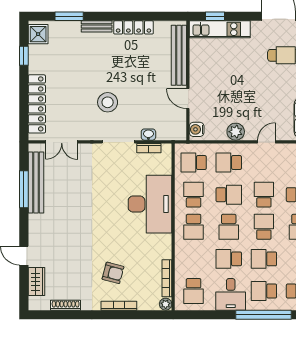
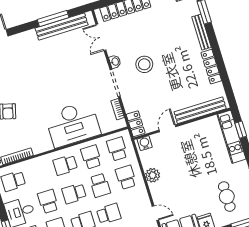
bench: (97, 26) -> (201, 32), width x1.36
locker: (172, 133) -> (136, 124), added
washbasin: (148, 135) -> (115, 62), moved
door: (267, 142) -> (155, 213), moved
school desk: (194, 195) -> (91, 157), turned -90

